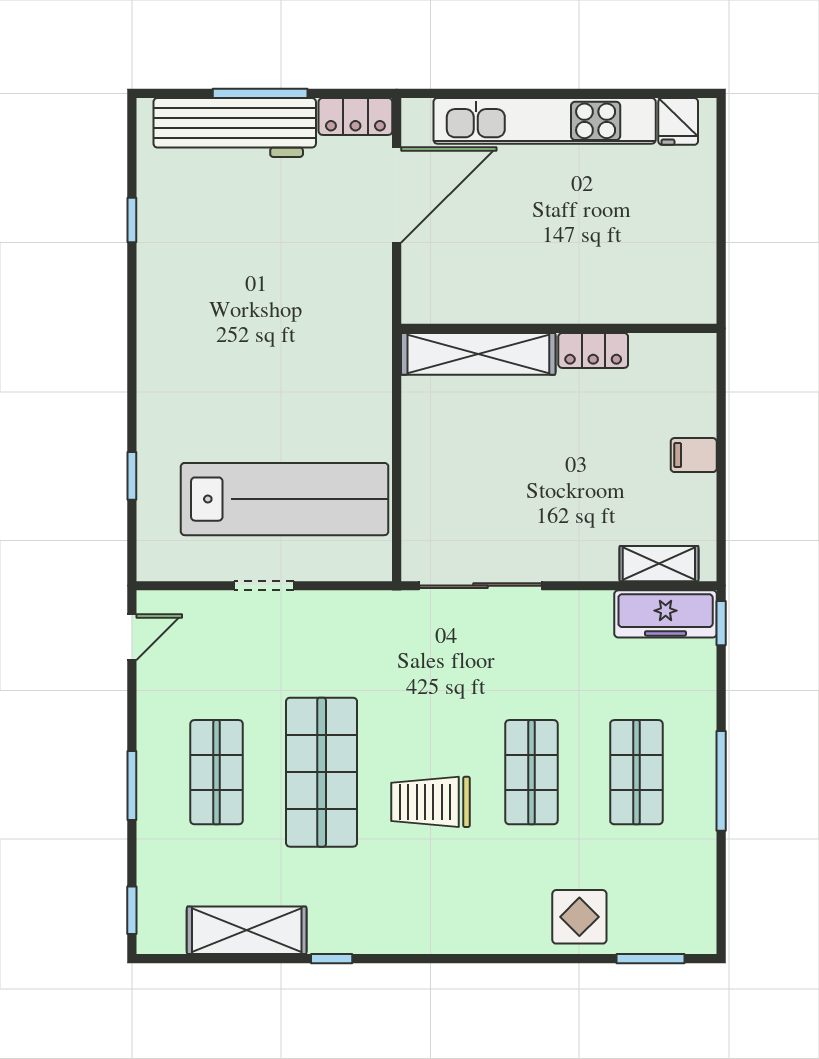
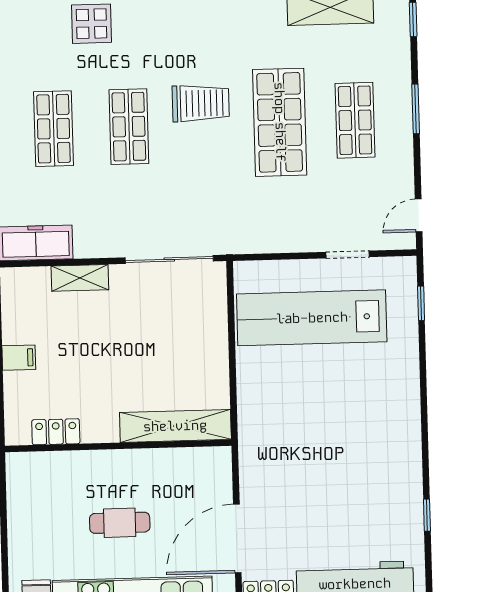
cafe table: (560, 221) -> (120, 523), added
locker: (593, 350) -> (56, 432), moved
window: (132, 476) -> (421, 303), moved
shelving: (659, 564) -> (80, 278), moved
doorway: (264, 586) -> (348, 254), moved

